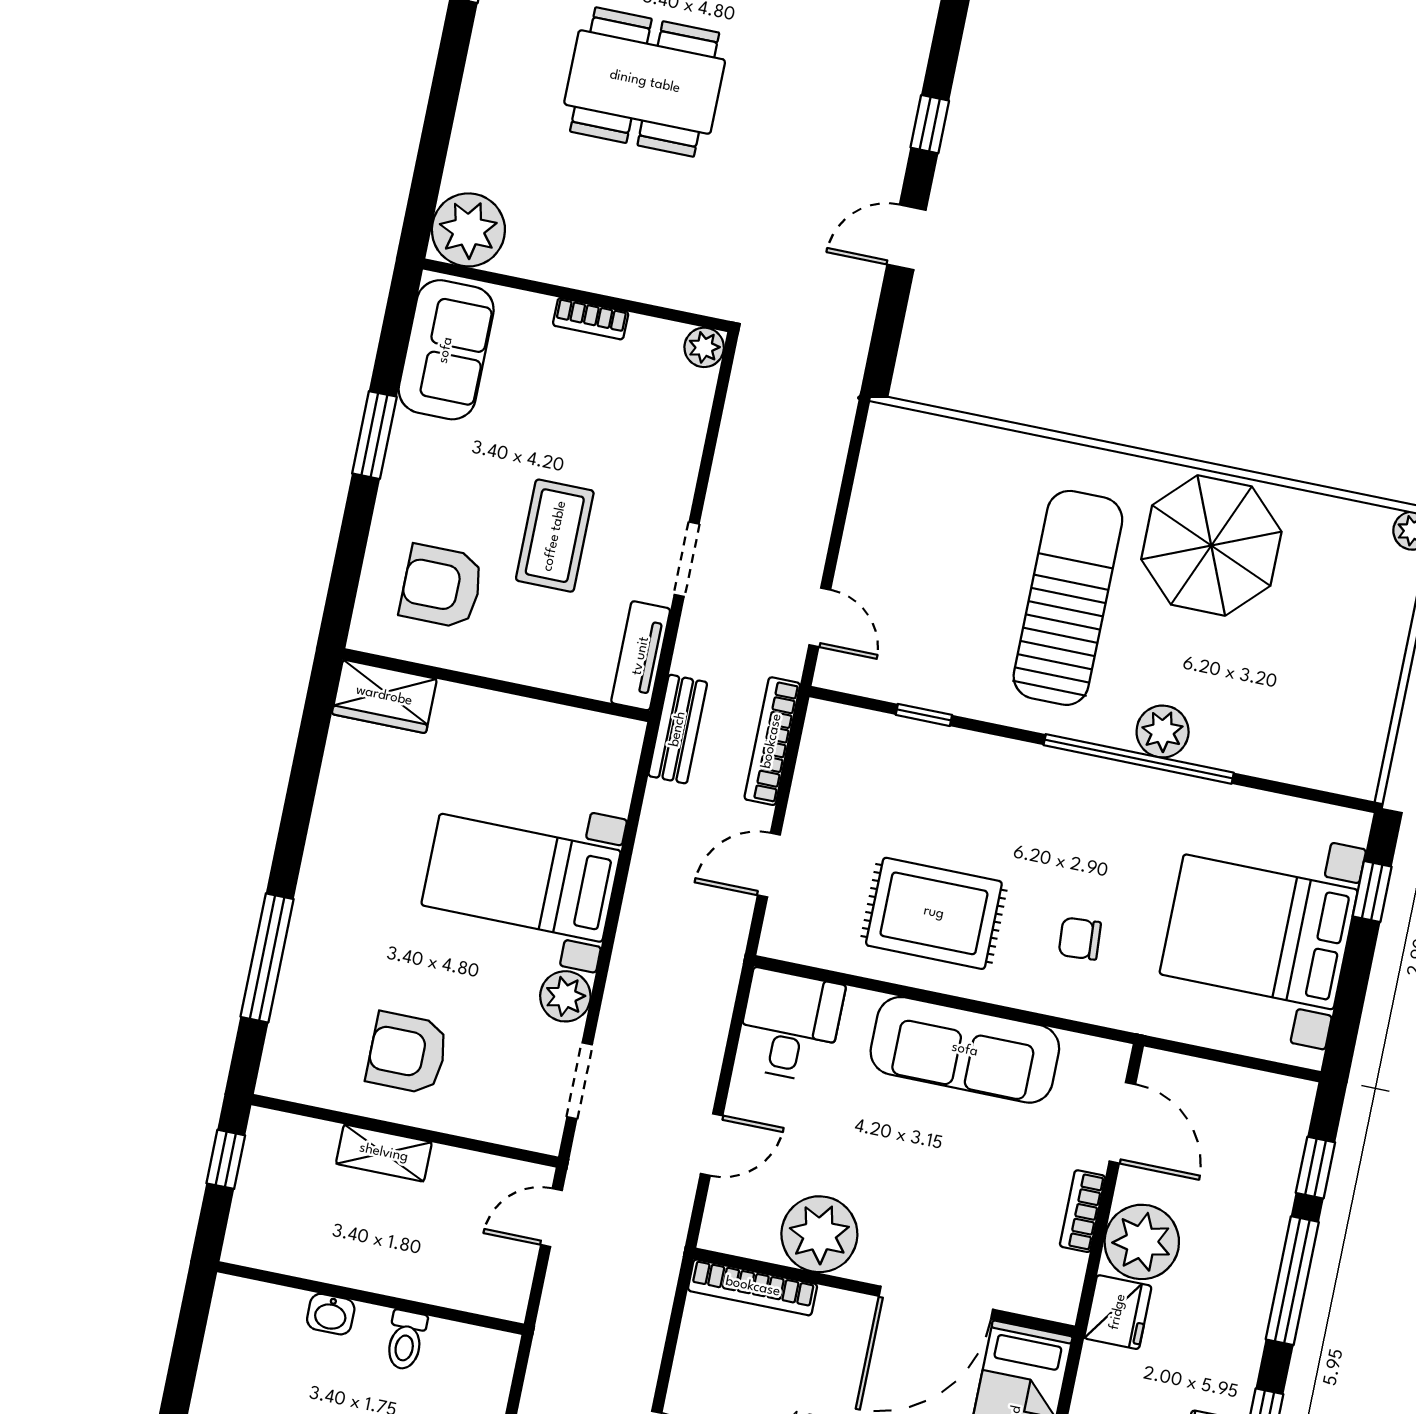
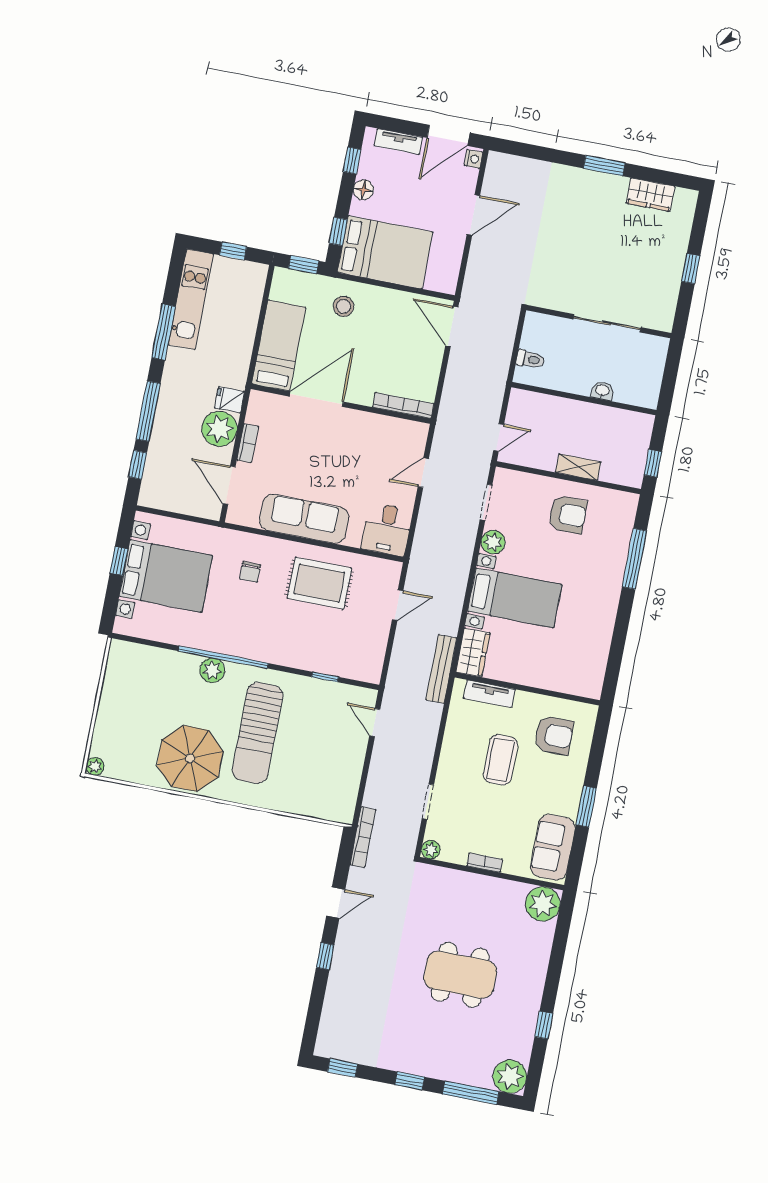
doorway: (687, 559) -> (428, 802), moved
tv unit: (641, 656) -> (489, 694), moved, turned 90
wardrobe: (384, 696) -> (473, 652), moved, turned 90
bench: (678, 729) -> (441, 669), width x1.36
bookcase: (772, 741) -> (363, 837), moved
window: (1372, 892) -> (119, 561), moved
chair: (1080, 939) -> (250, 572), turned 94
plant: (819, 1234) -> (372, 431), removed
fridge: (1118, 1312) -> (230, 400), width x0.72
toilet: (406, 1340) -> (530, 359), moved, turned 90

